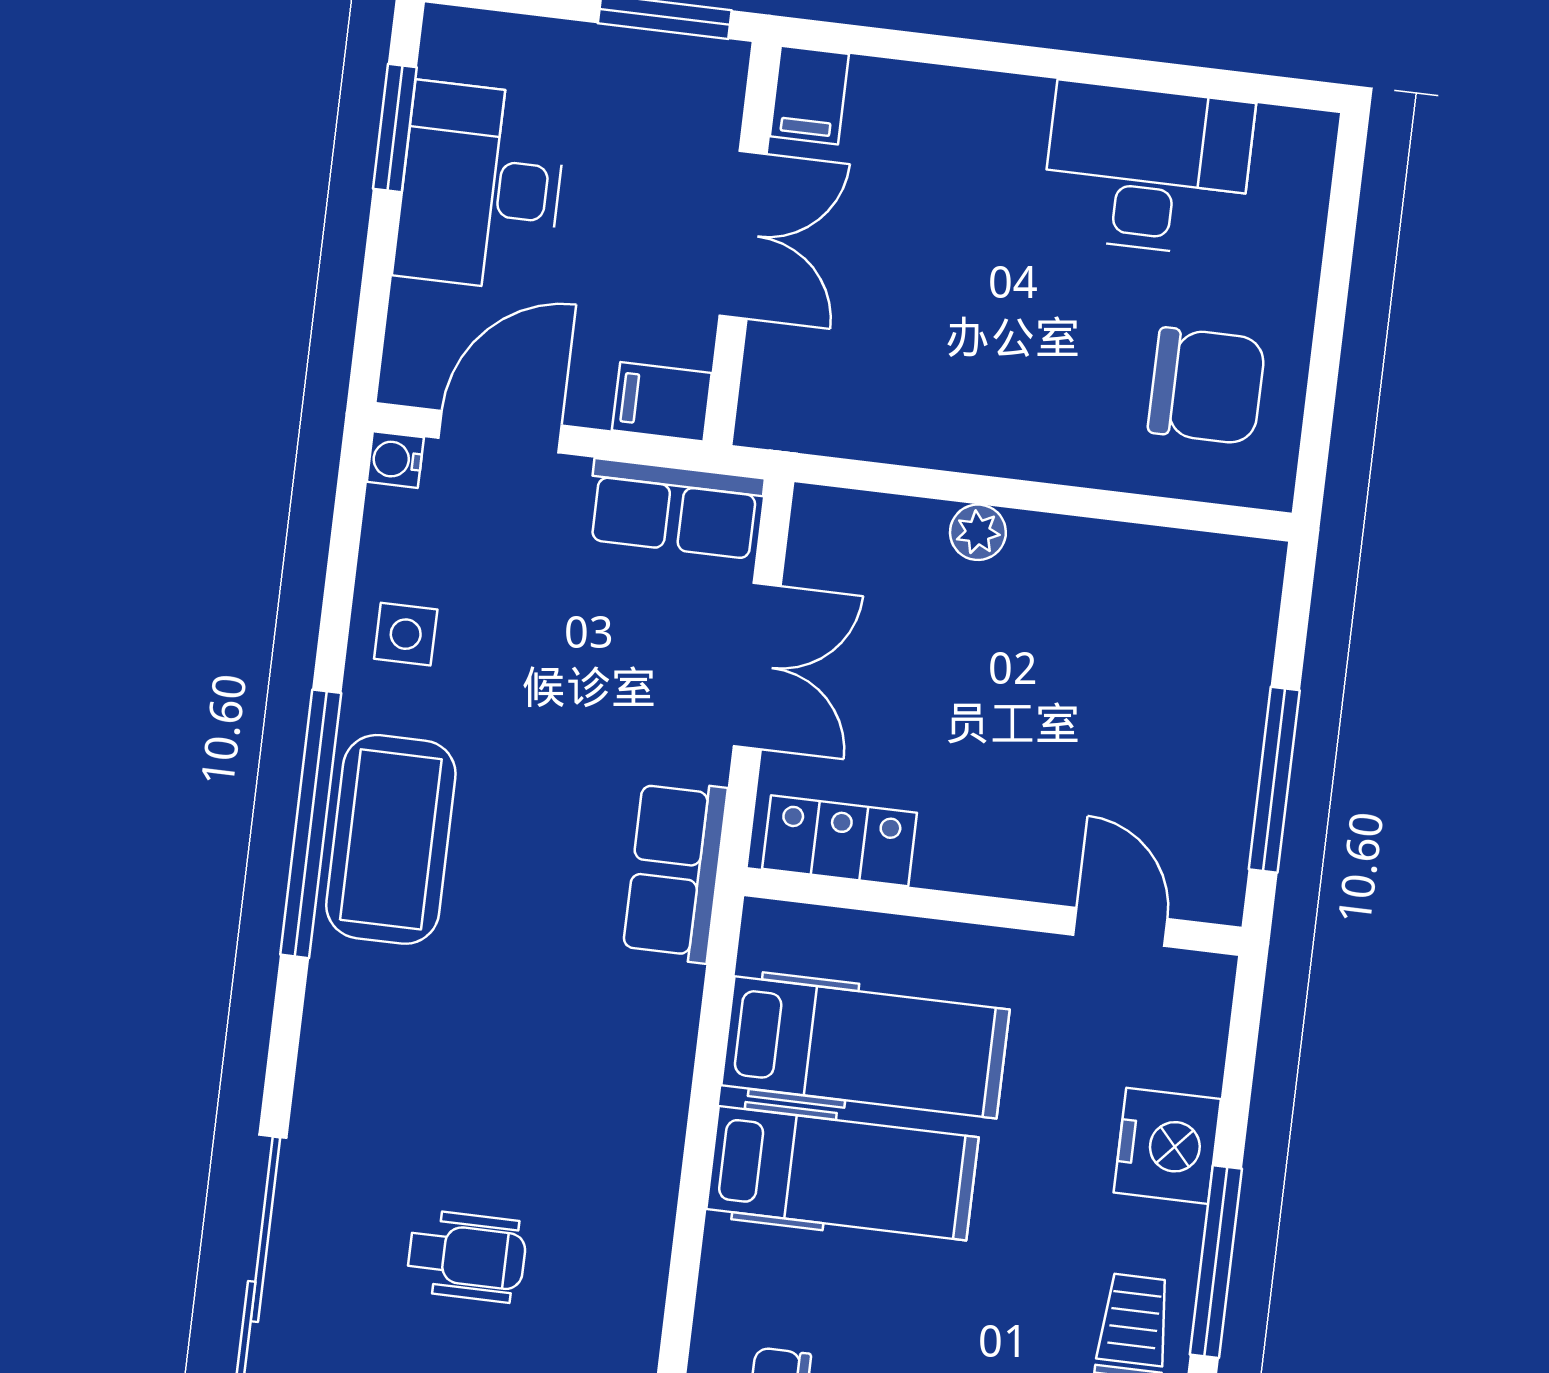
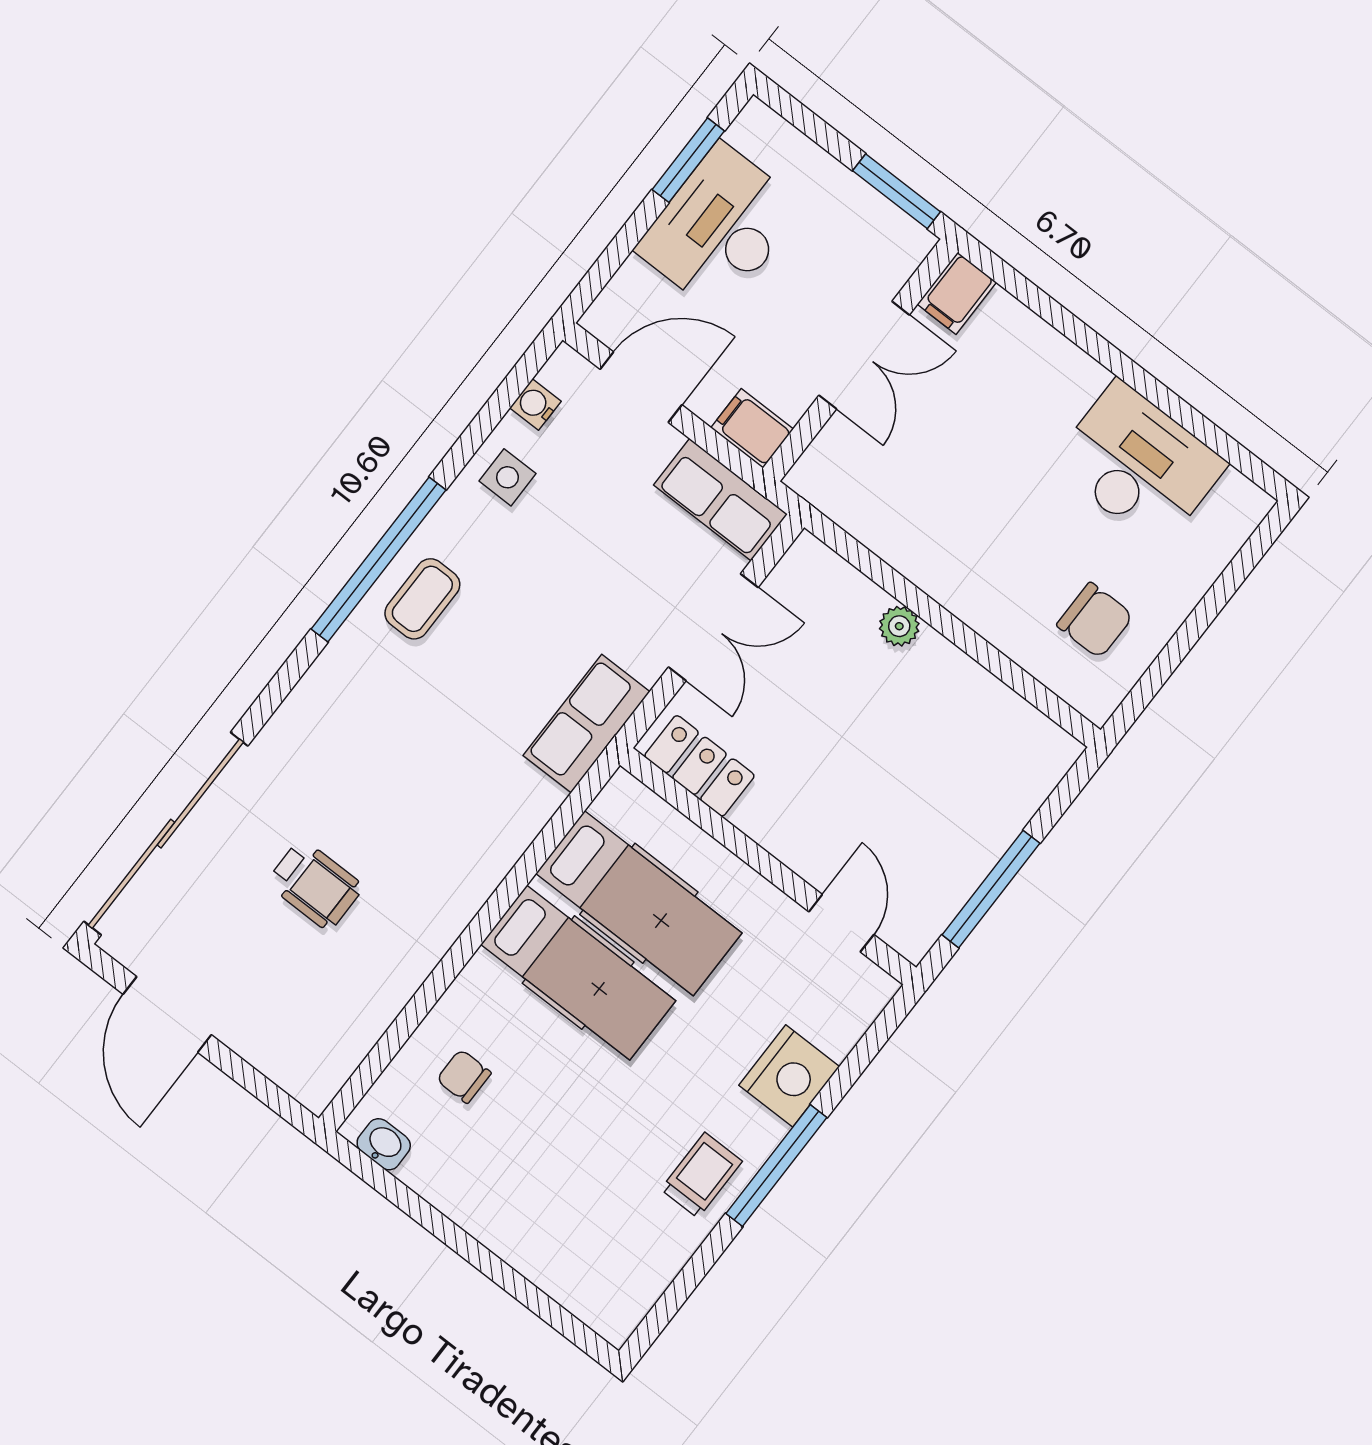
chair: (1207, 386) -> (1095, 620), width x0.73, depth x0.73
water cooler: (395, 460) -> (535, 405), moved
coffee table: (391, 839) -> (422, 599), width x0.54, depth x0.58

